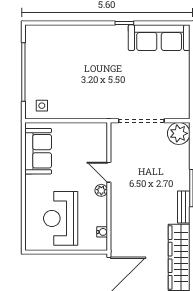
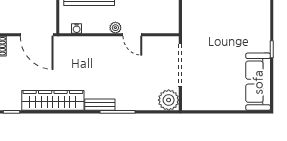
door: (109, 172) -> (132, 35), swing flipped

